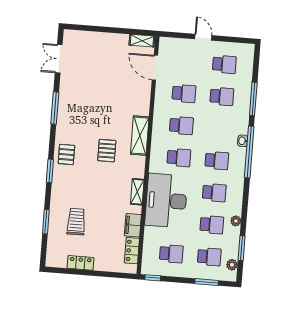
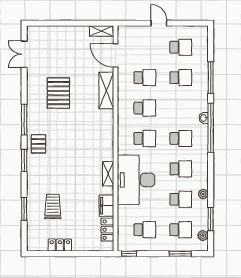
window: (55, 108) -> (24, 120), moved
shelving: (140, 136) -> (106, 90), moved
pallet: (107, 151) -> (58, 93), moved, width x1.50, depth x1.42

